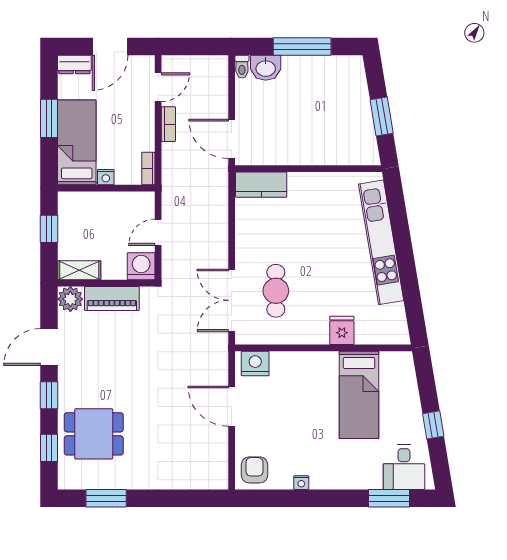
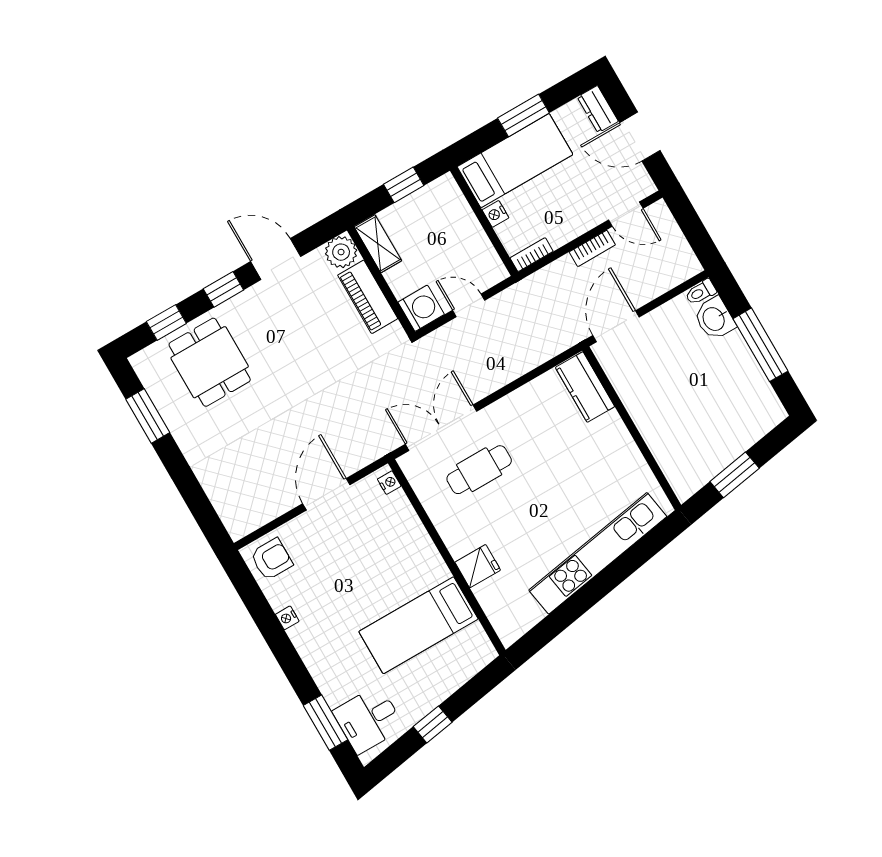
nightstand: (255, 364) -> (389, 483), width x0.53, depth x0.56

